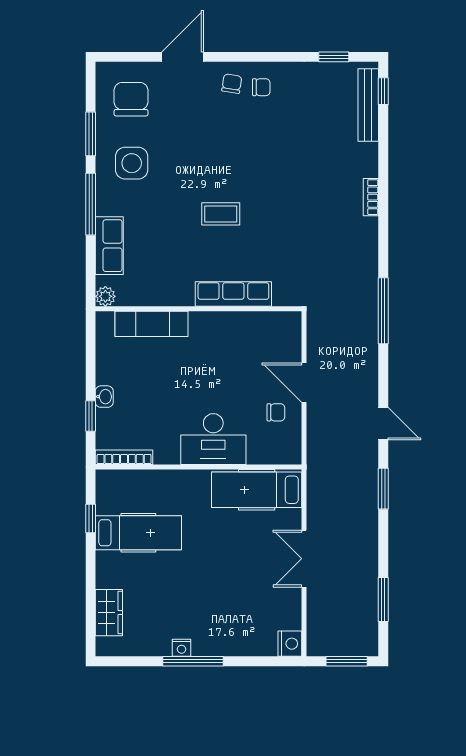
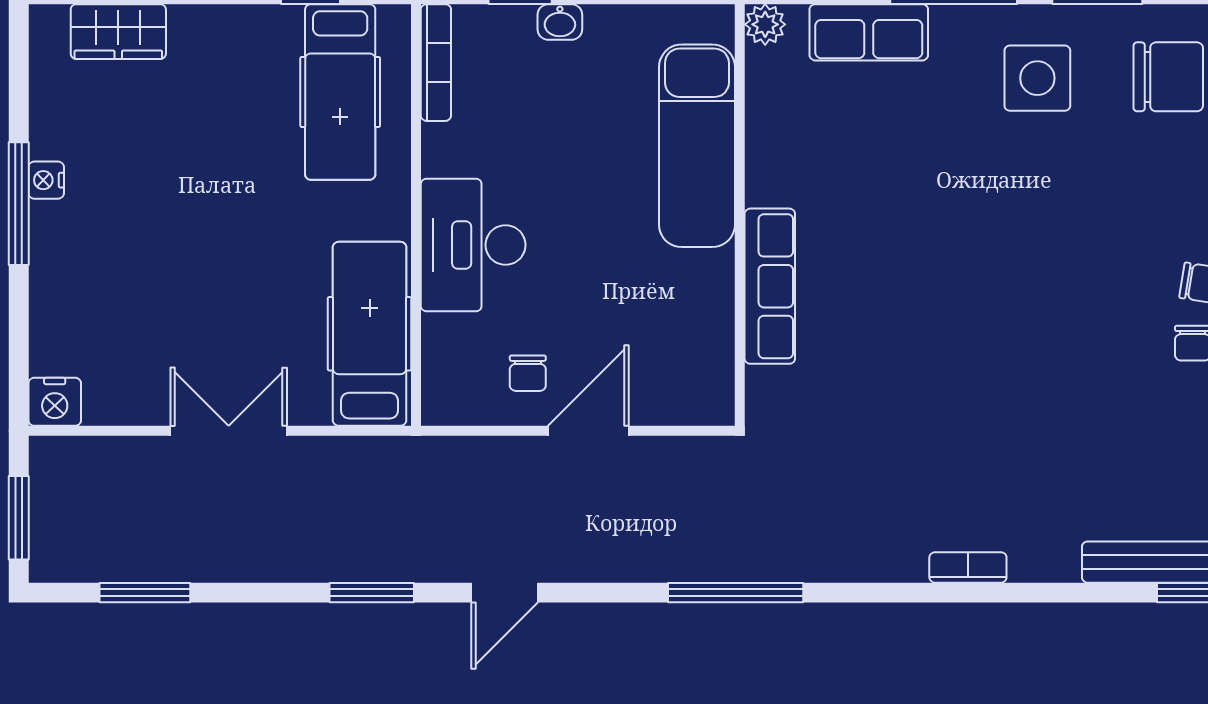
coffee table: (221, 214) -> (934, 260), removed
exam couch: (152, 324) -> (697, 146), width x1.36, depth x1.45
hospital bed: (138, 533) -> (340, 92), moved

